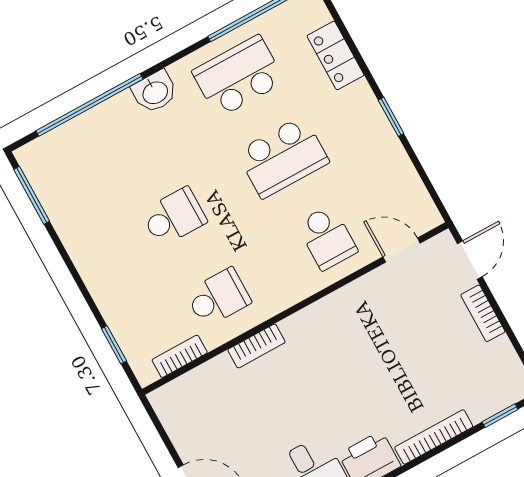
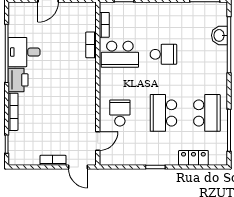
washbasin: (155, 92) -> (220, 35), moved
school desk: (174, 217) -> (163, 54), turned -90
school desk: (327, 238) -> (120, 113), turned 90
school desk: (218, 297) -> (120, 54), width x1.85
bookcase: (256, 346) -> (91, 45), moved

